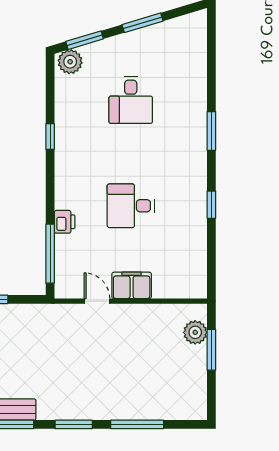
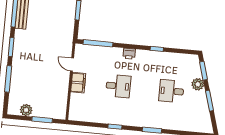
plant: (70, 62) -> (198, 84), moved
desk: (131, 206) -> (118, 86), turned 90
printer: (65, 222) -> (129, 54), moved
door: (97, 301) -> (72, 65), swing flipped
plant: (195, 332) -> (26, 110), moved

